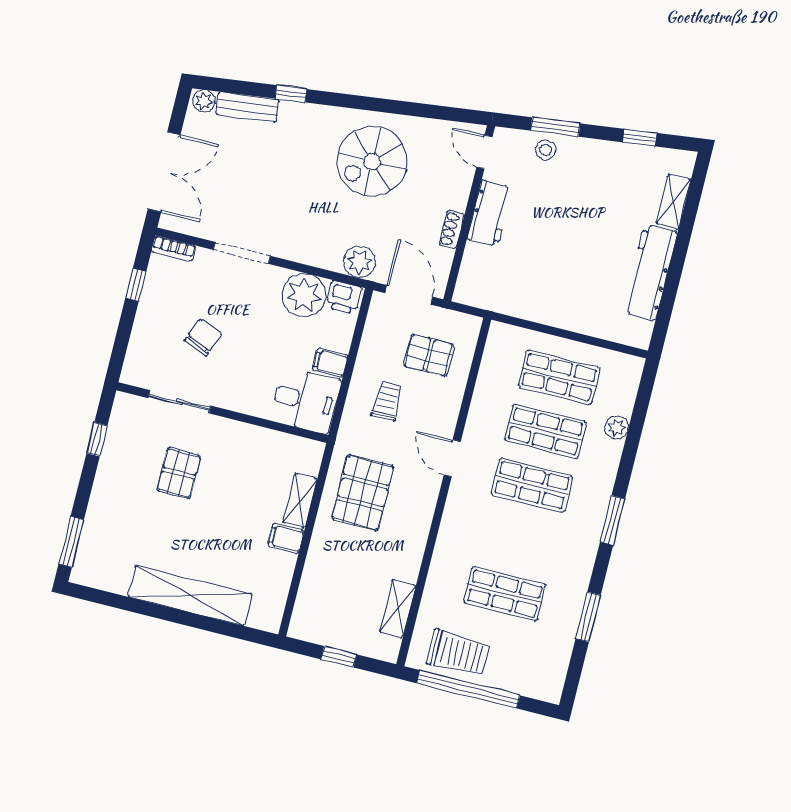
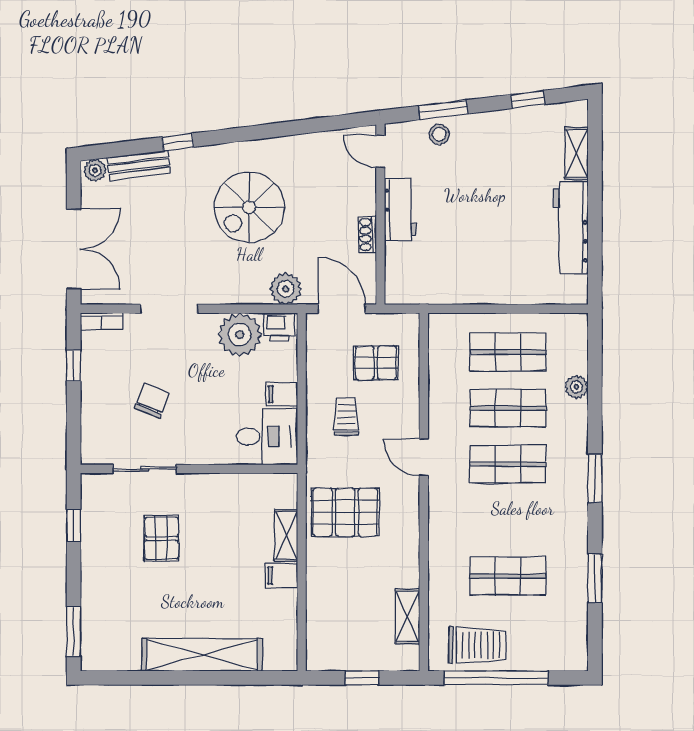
spiral stairs: (372, 162) -> (249, 207), moved
pallet: (363, 492) -> (345, 512), turned 90

